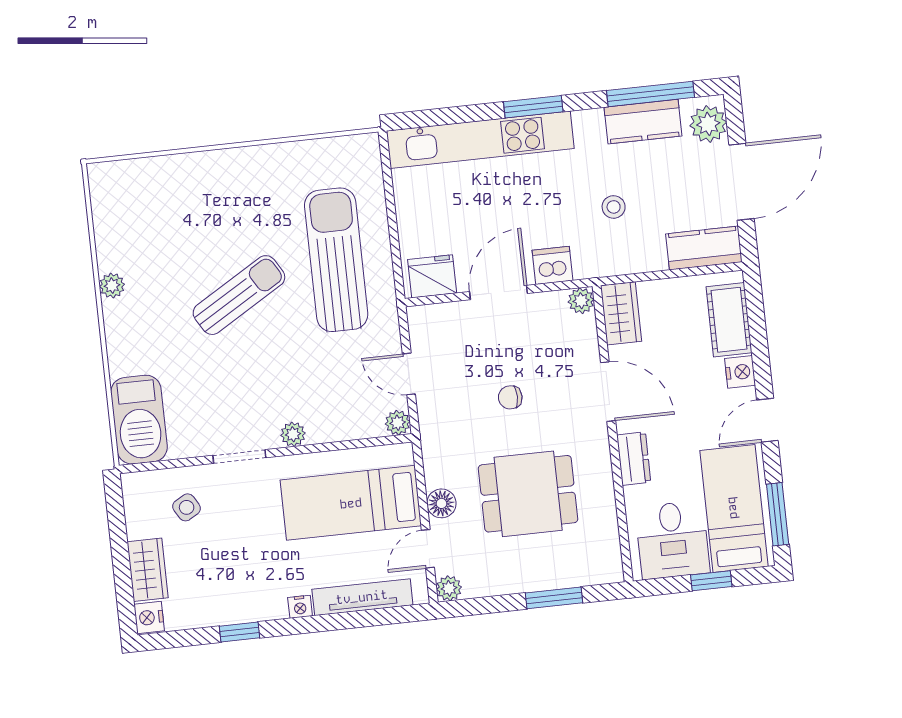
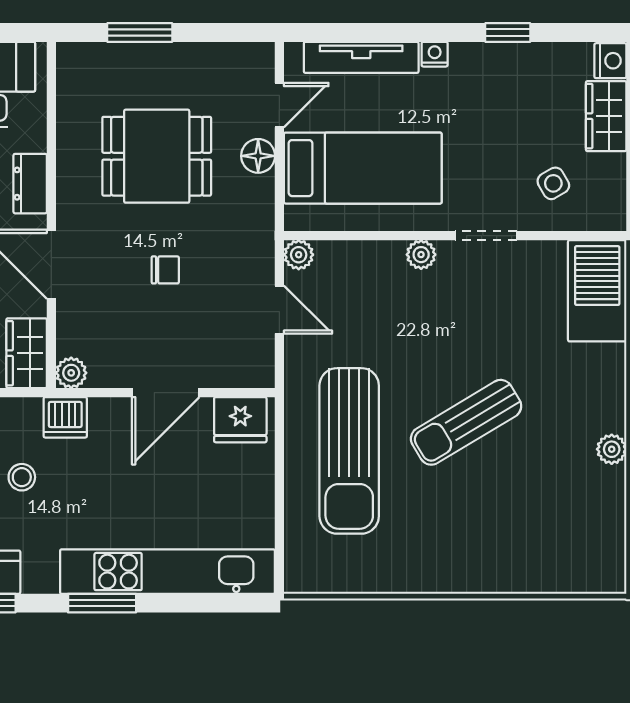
dishwasher: (553, 265) -> (65, 417), moved
plant: (449, 588) -> (260, 57), removed

